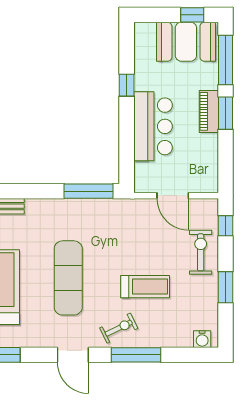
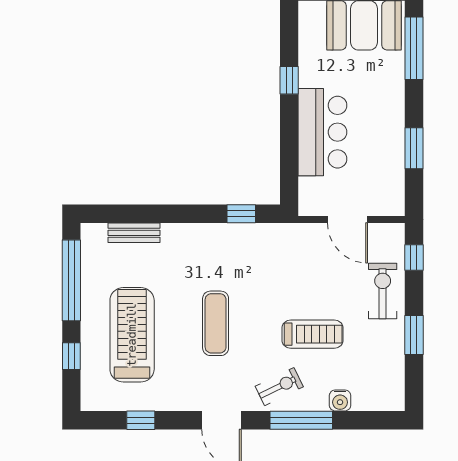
piano: (209, 111) -> (393, 113), removed
window: (226, 113) -> (414, 148), moved
window: (89, 191) -> (241, 214), width x0.46
exercise mat: (68, 278) -> (216, 323), width x0.73, depth x0.69
water cooler: (202, 339) -> (340, 400), moved

